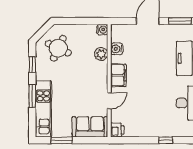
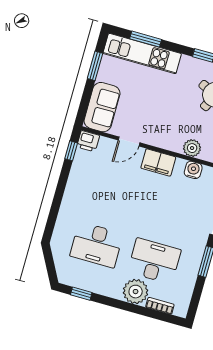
window: (32, 96) -> (146, 39), moved
door: (109, 101) -> (129, 141), hinge flipped
window: (166, 140) -> (71, 151), moved

